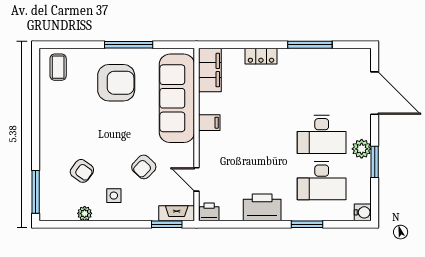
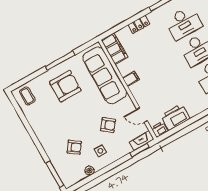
desk: (322, 88) -> (184, 23), added
armchair: (144, 167) -> (108, 125), turned -96
printer: (262, 207) -> (175, 117), moved

